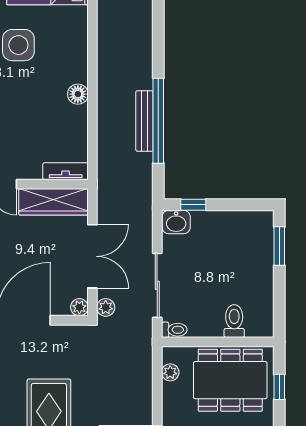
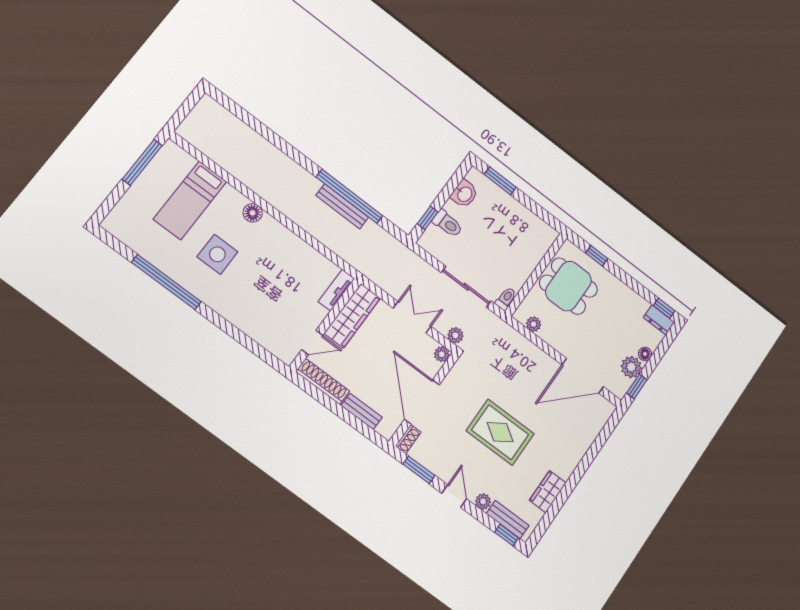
floor lamp: (78, 94) -> (253, 213), moved
washbasin: (176, 222) -> (464, 194), moved
double door: (92, 256) -> (412, 317), width x0.73
toilet: (234, 321) -> (448, 224), moved, turned 180
dining table: (230, 380) -> (568, 286), width x0.73

